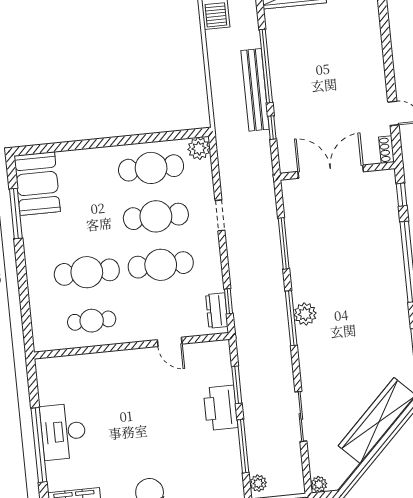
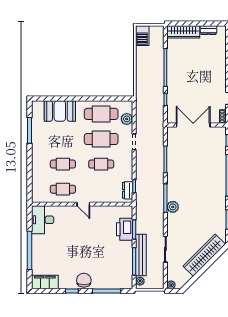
bench: (255, 90) -> (141, 255), moved
plant: (199, 148) -> (127, 119), moved
booth: (37, 184) -> (60, 111), moved, turned 90
cafe table: (161, 265) -> (101, 164), width x0.73, depth x0.74
cafe table: (87, 272) -> (63, 164), width x0.73, depth x0.74
plant: (305, 314) -> (173, 207), moved
door: (170, 342) -> (83, 204), moved
printer: (221, 408) -> (125, 229), moved
desk: (63, 432) -> (43, 220), moved

